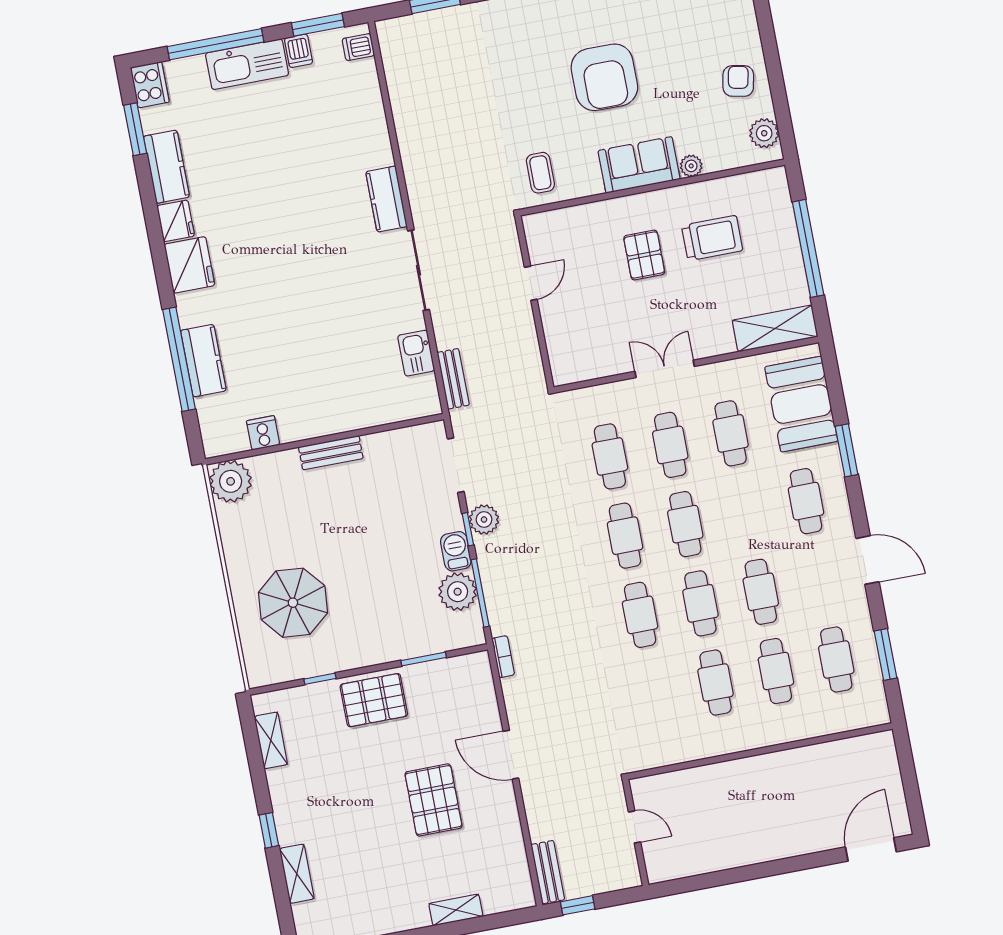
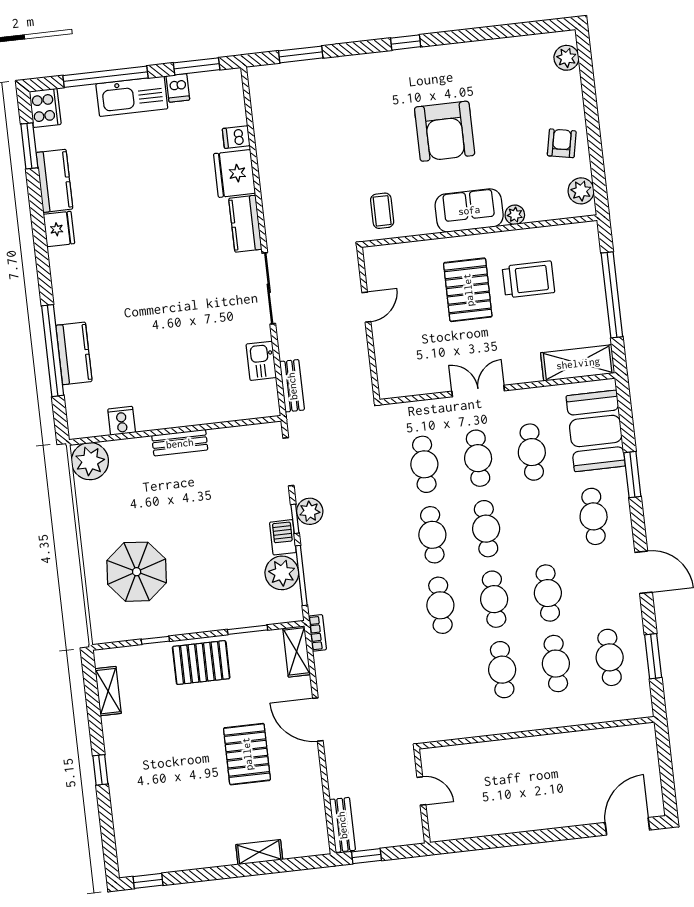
dishwasher: (358, 47) -> (236, 137), moved
pallet: (644, 255) -> (468, 290), width x1.50, depth x1.42
fridge: (189, 265) -> (234, 173), moved, turned 180
shelving: (297, 874) -> (297, 651), moved

